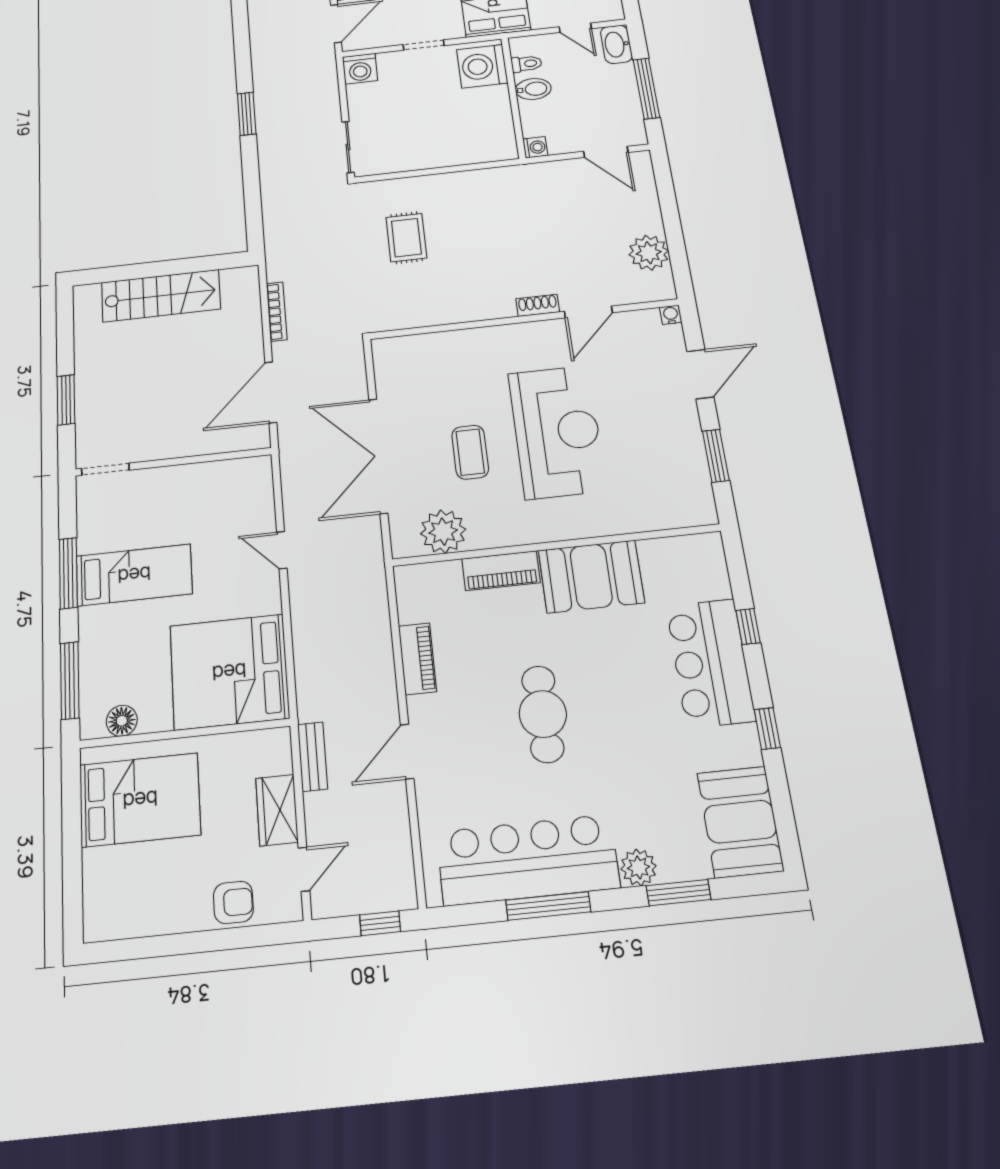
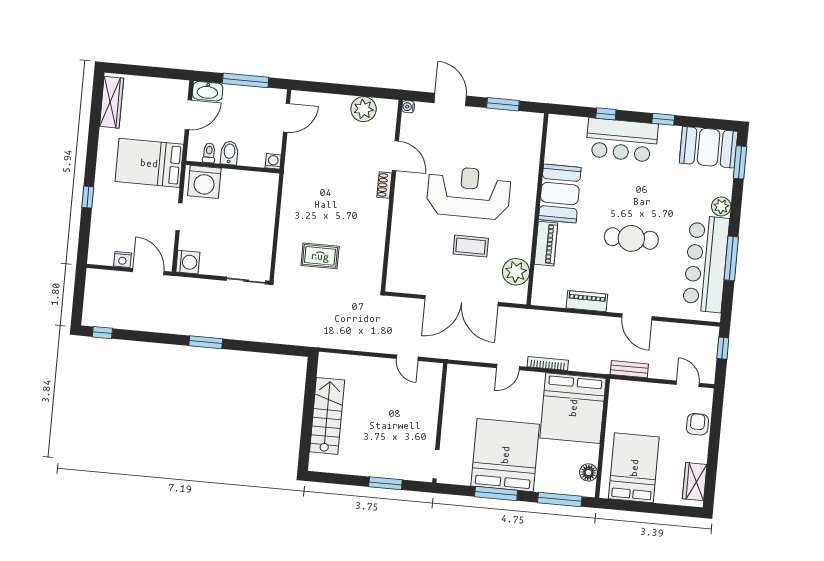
door: (575, 28) -> (188, 115), width x1.38
bookcase: (277, 312) -> (548, 364), moved
door: (271, 392) -> (407, 358), width x0.53
bed: (134, 575) -> (505, 455), width x2.04
wardrobe: (277, 810) -> (695, 482), moved, turned 90
window: (679, 893) -> (740, 162), moved

